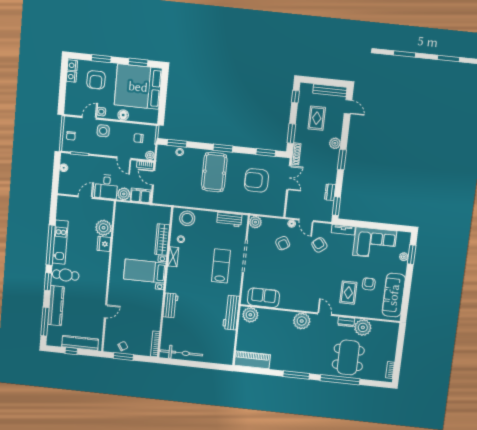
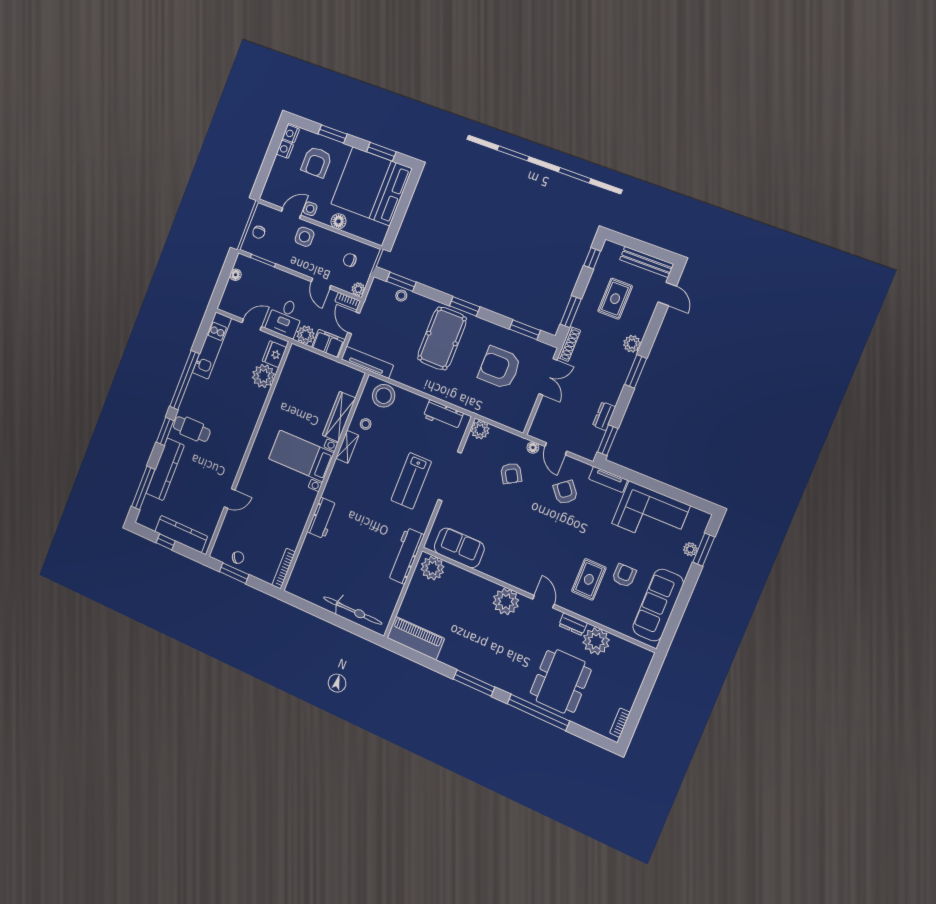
tv unit: (170, 200) -> (367, 362), added
kitchen unit: (60, 242) -> (212, 345), moved
fridge: (104, 244) -> (274, 354), moved
lab bench: (221, 266) -> (411, 481), turned 180
bicycle: (181, 353) -> (353, 611), moved

